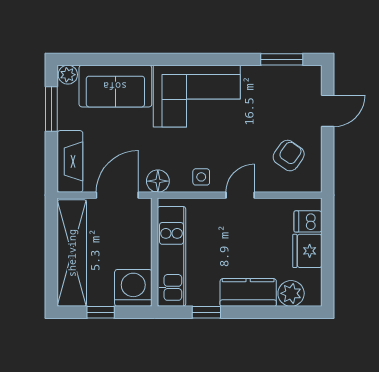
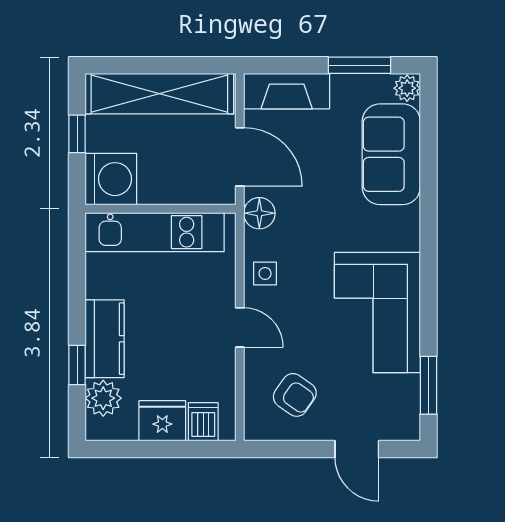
corner sofa: (197, 96) -> (377, 312), moved
window: (206, 312) -> (77, 365), moved

